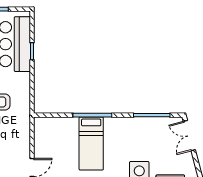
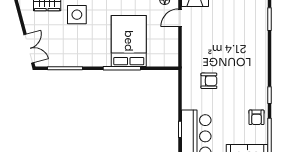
bed: (91, 144) -> (129, 41), width x1.50

